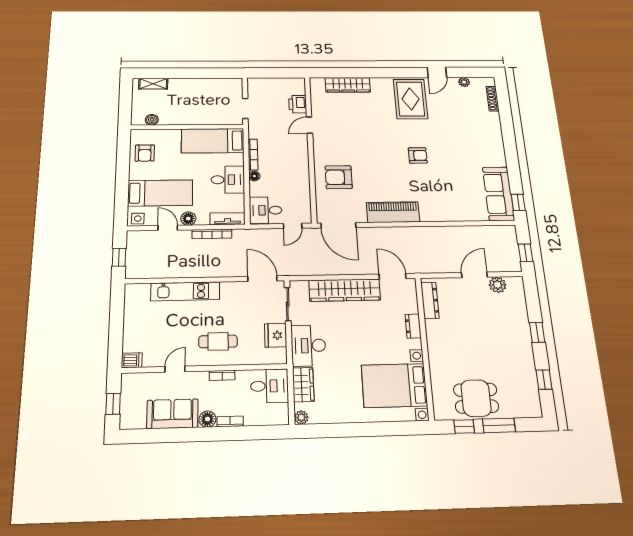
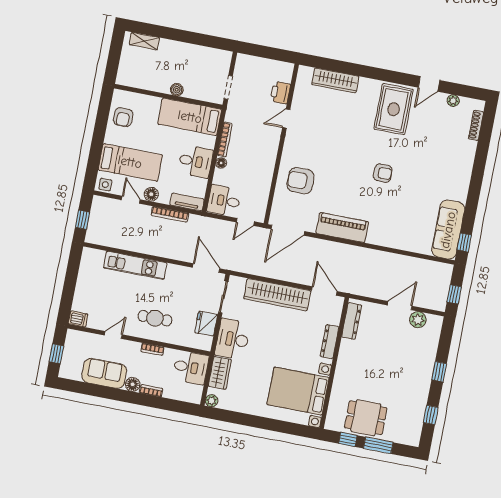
boiler: (152, 120) -> (177, 90), moved
door: (338, 225) -> (288, 230), hinge flipped
dresser: (413, 326) -> (330, 342), width x1.44

